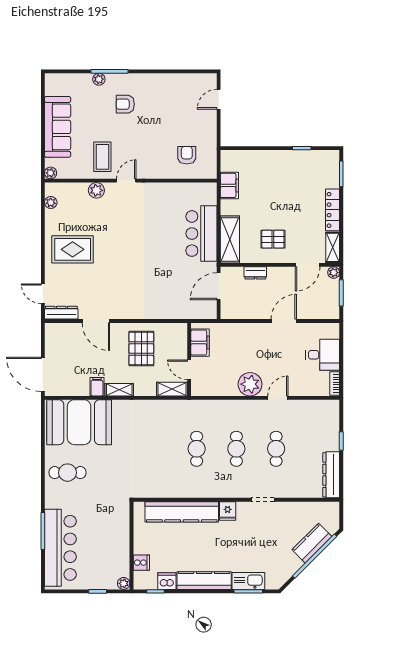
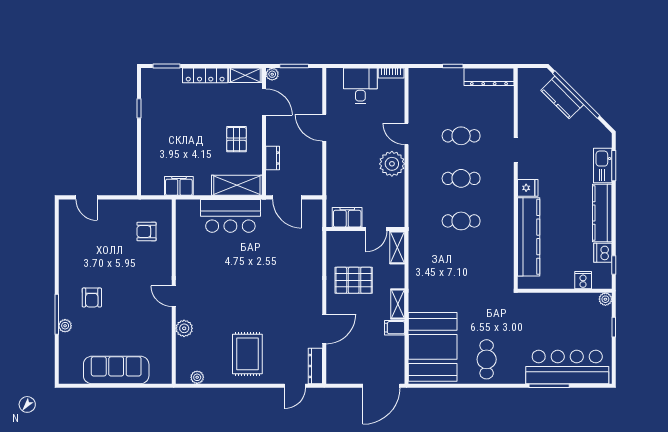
coffee table: (102, 157) -> (148, 322), removed
plant: (51, 173) -> (166, 377), removed

